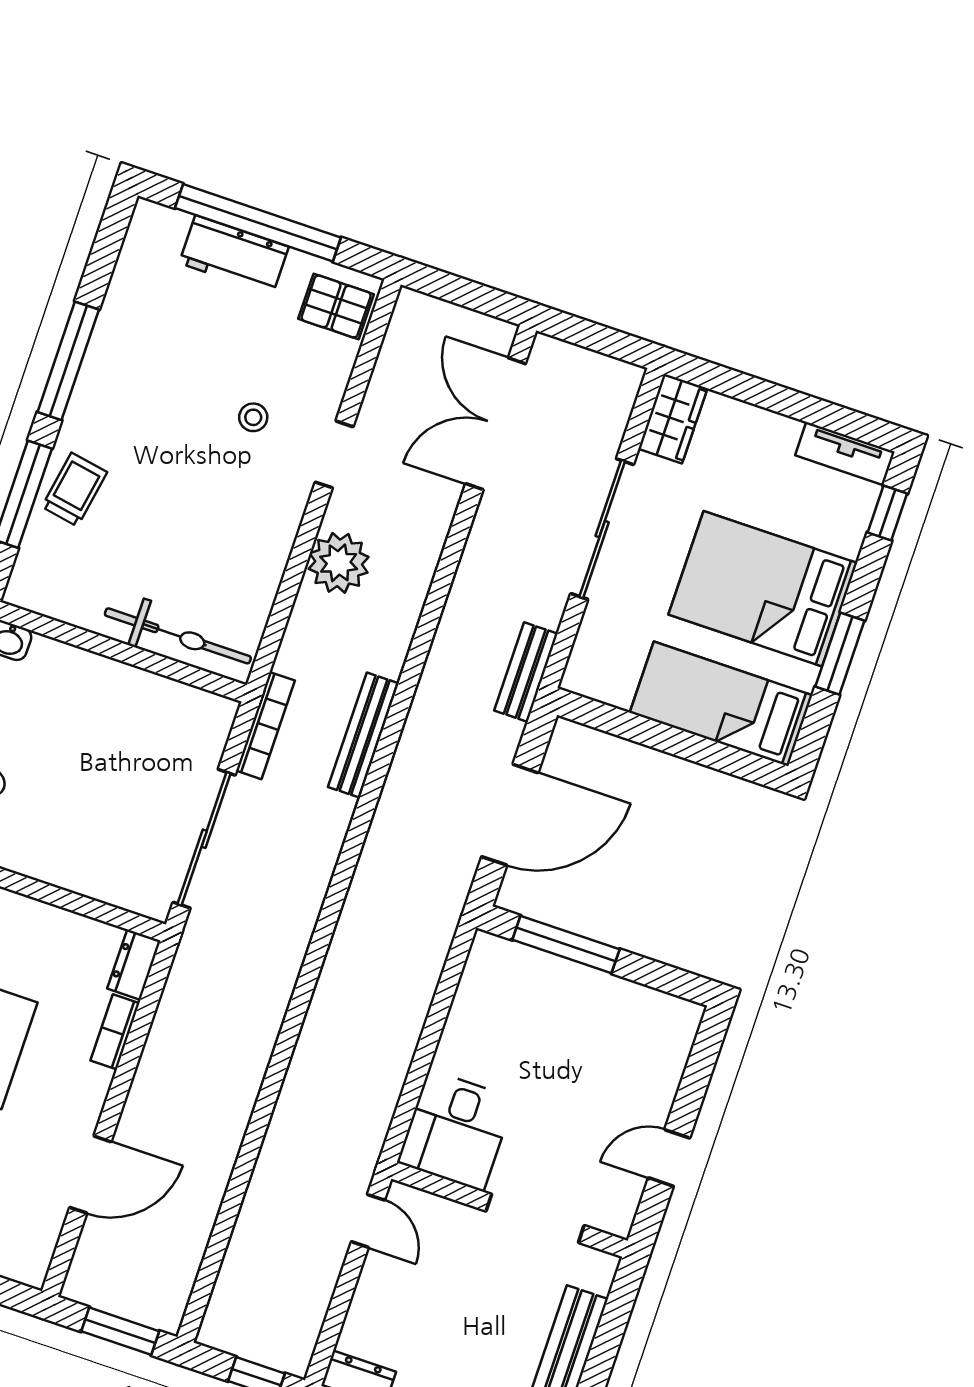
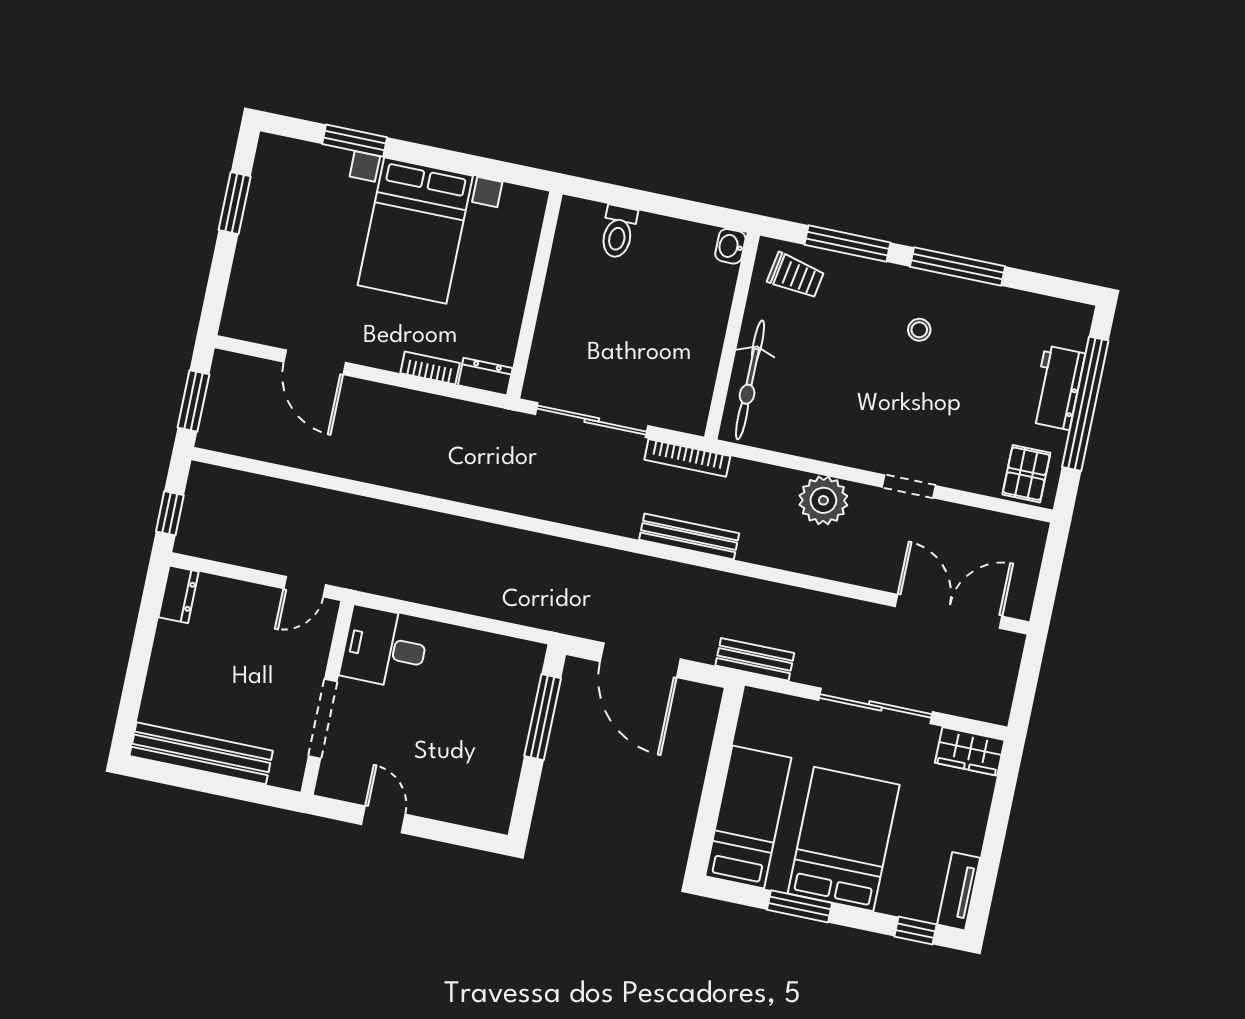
stool: (253, 417) -> (919, 330), moved
trolley: (74, 490) -> (796, 276), moved

